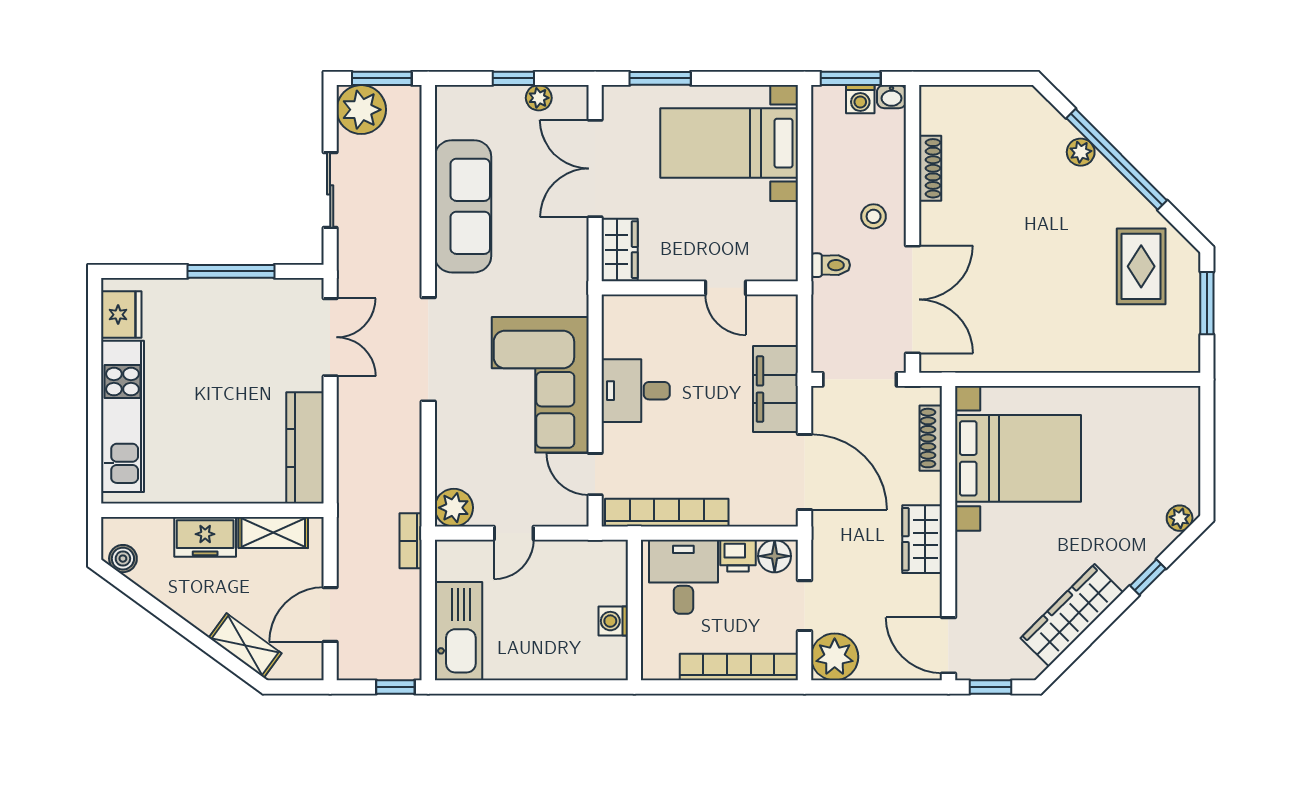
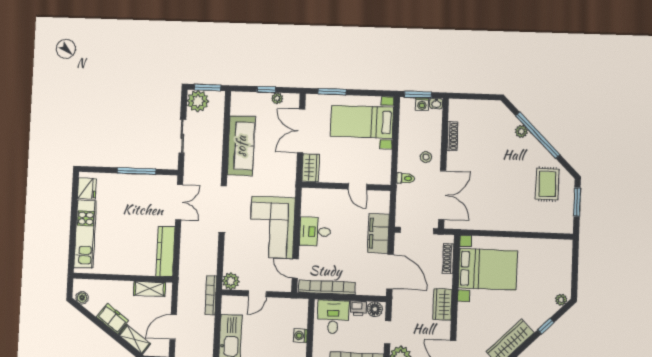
freezer: (205, 537) -> (112, 319), moved, turned -144
bookcase: (411, 541) -> (211, 295), width x1.56

